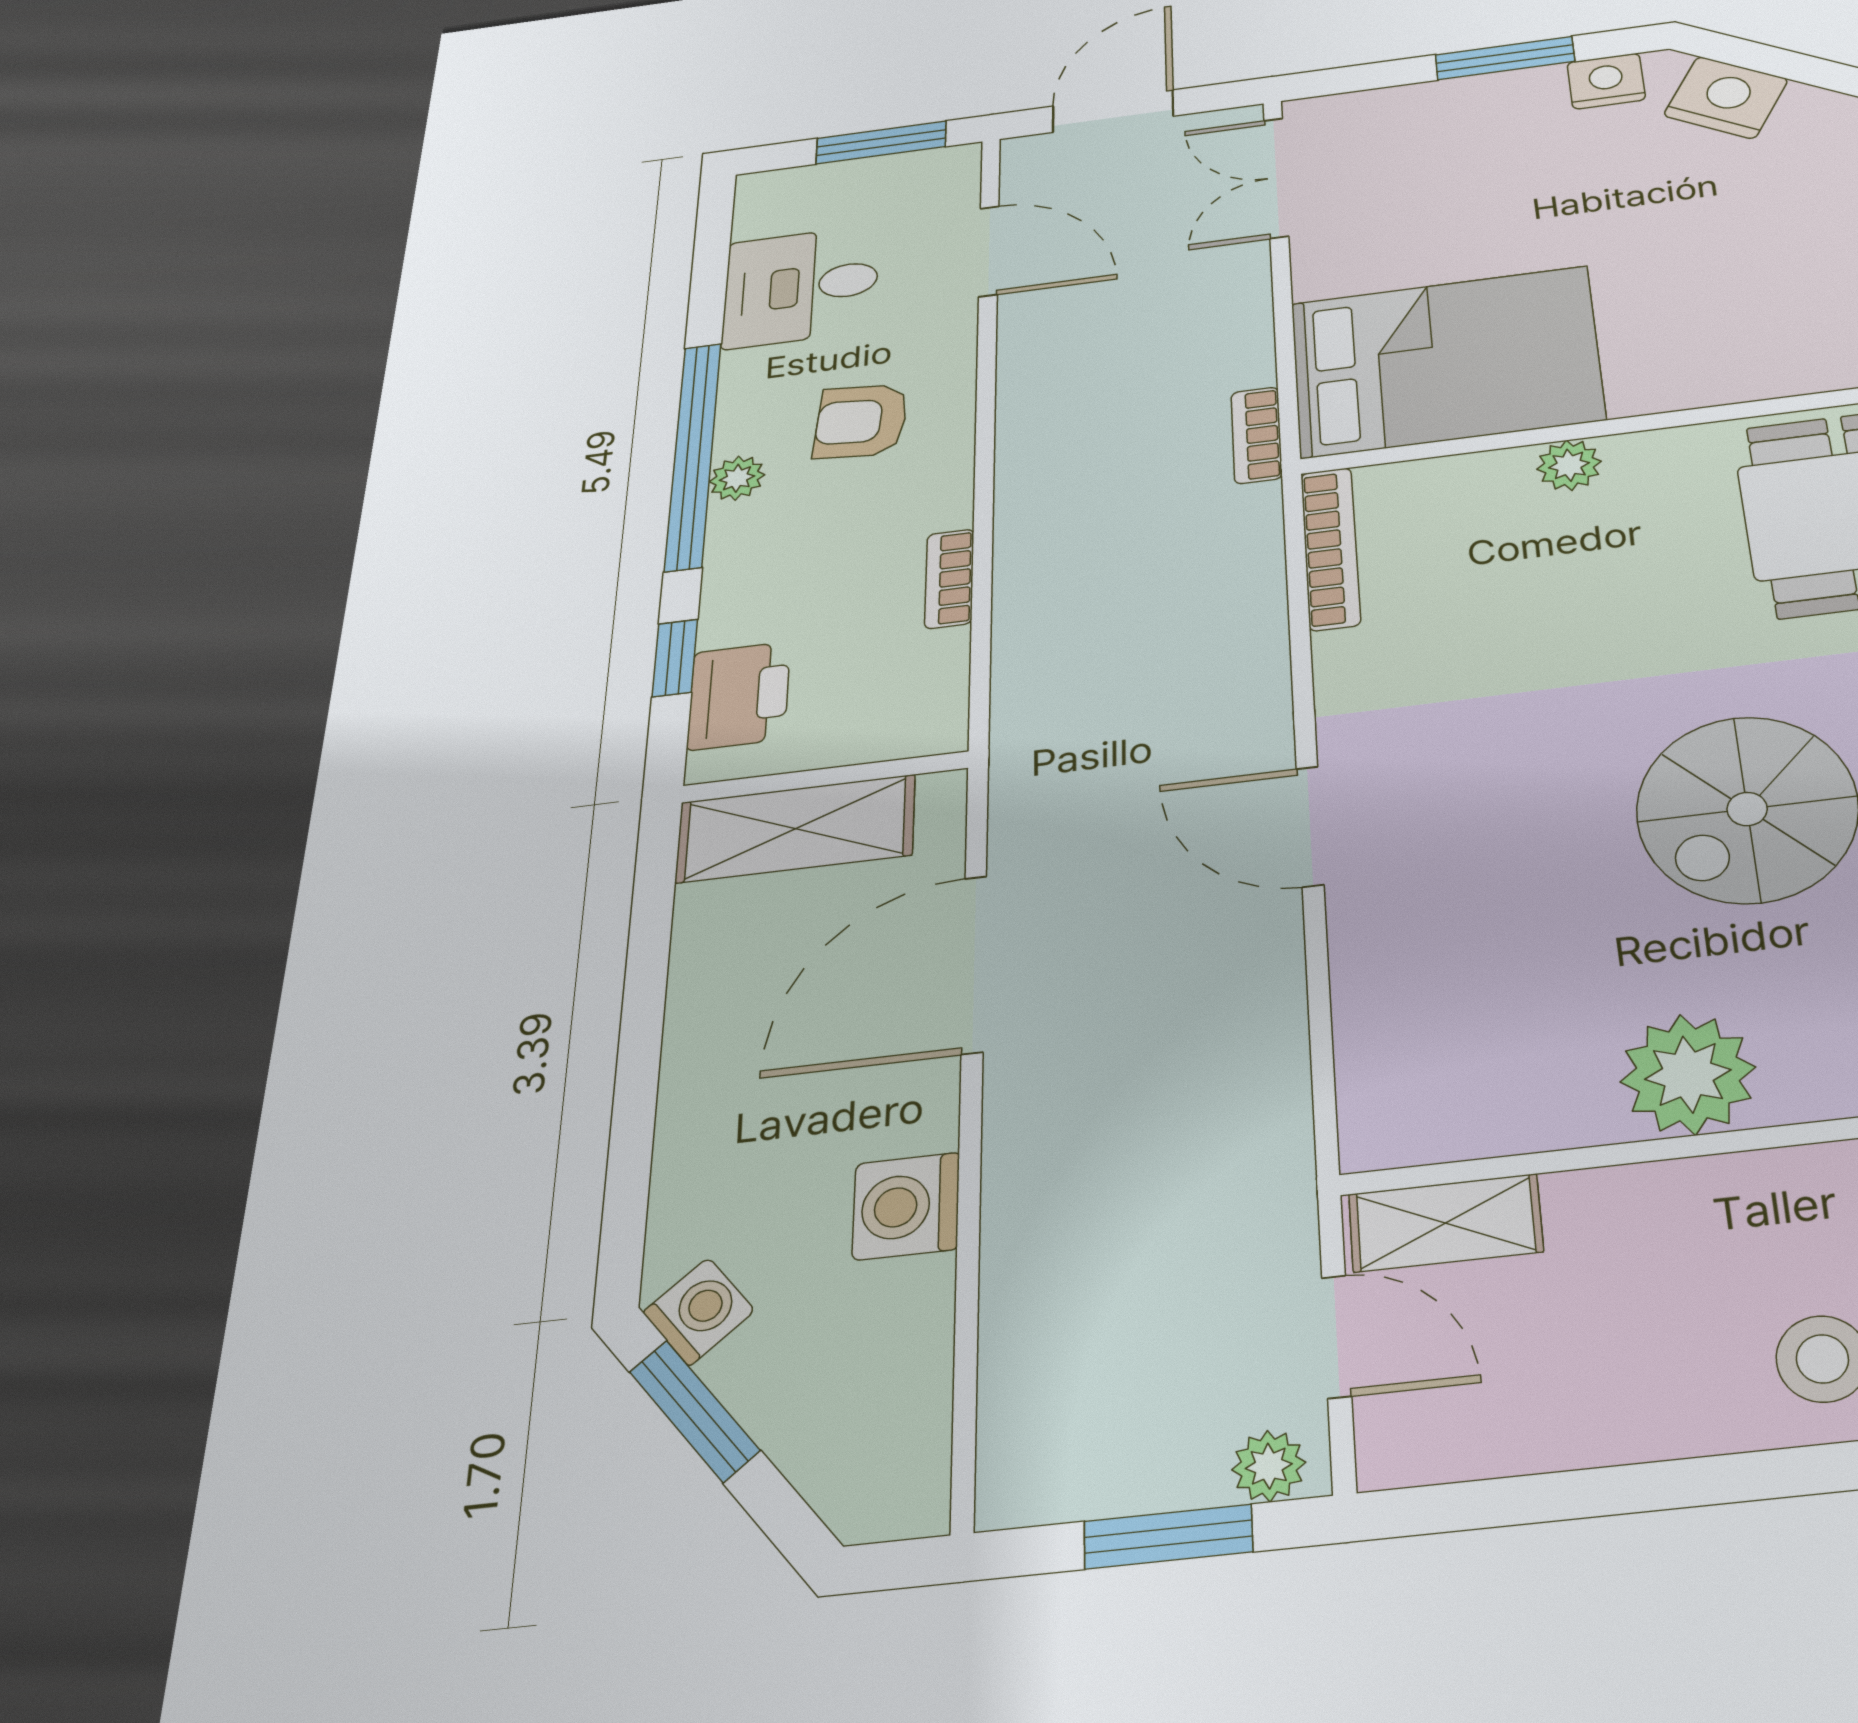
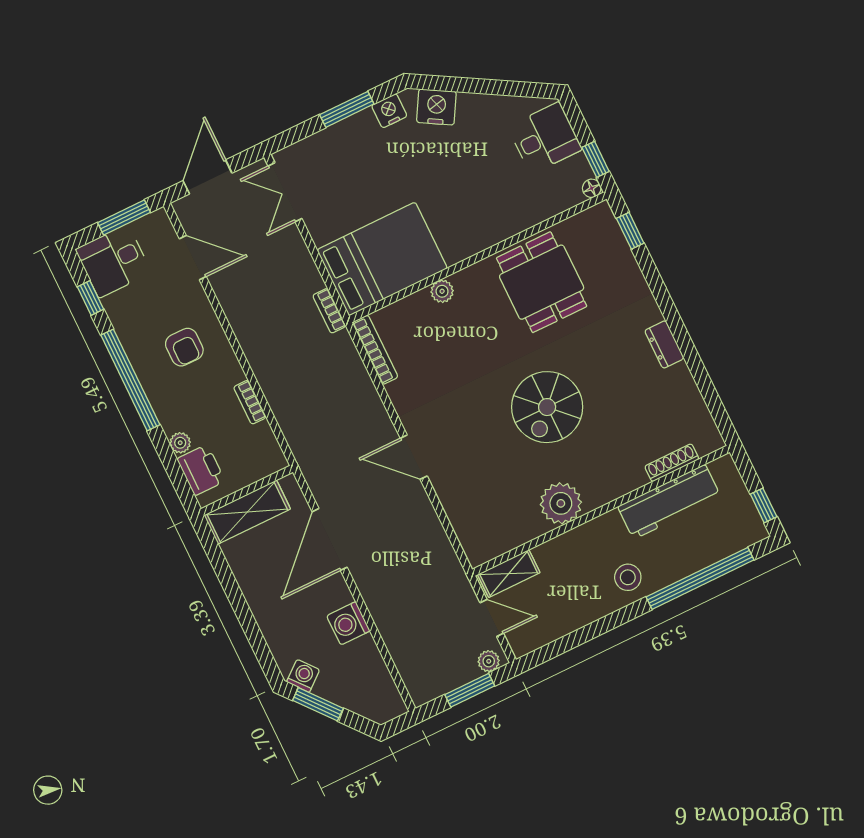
desk: (801, 286) -> (113, 261), moved
armchair: (861, 421) -> (184, 347), turned -95
plant: (737, 478) -> (180, 443), moved
window: (675, 658) -> (91, 298), moved

